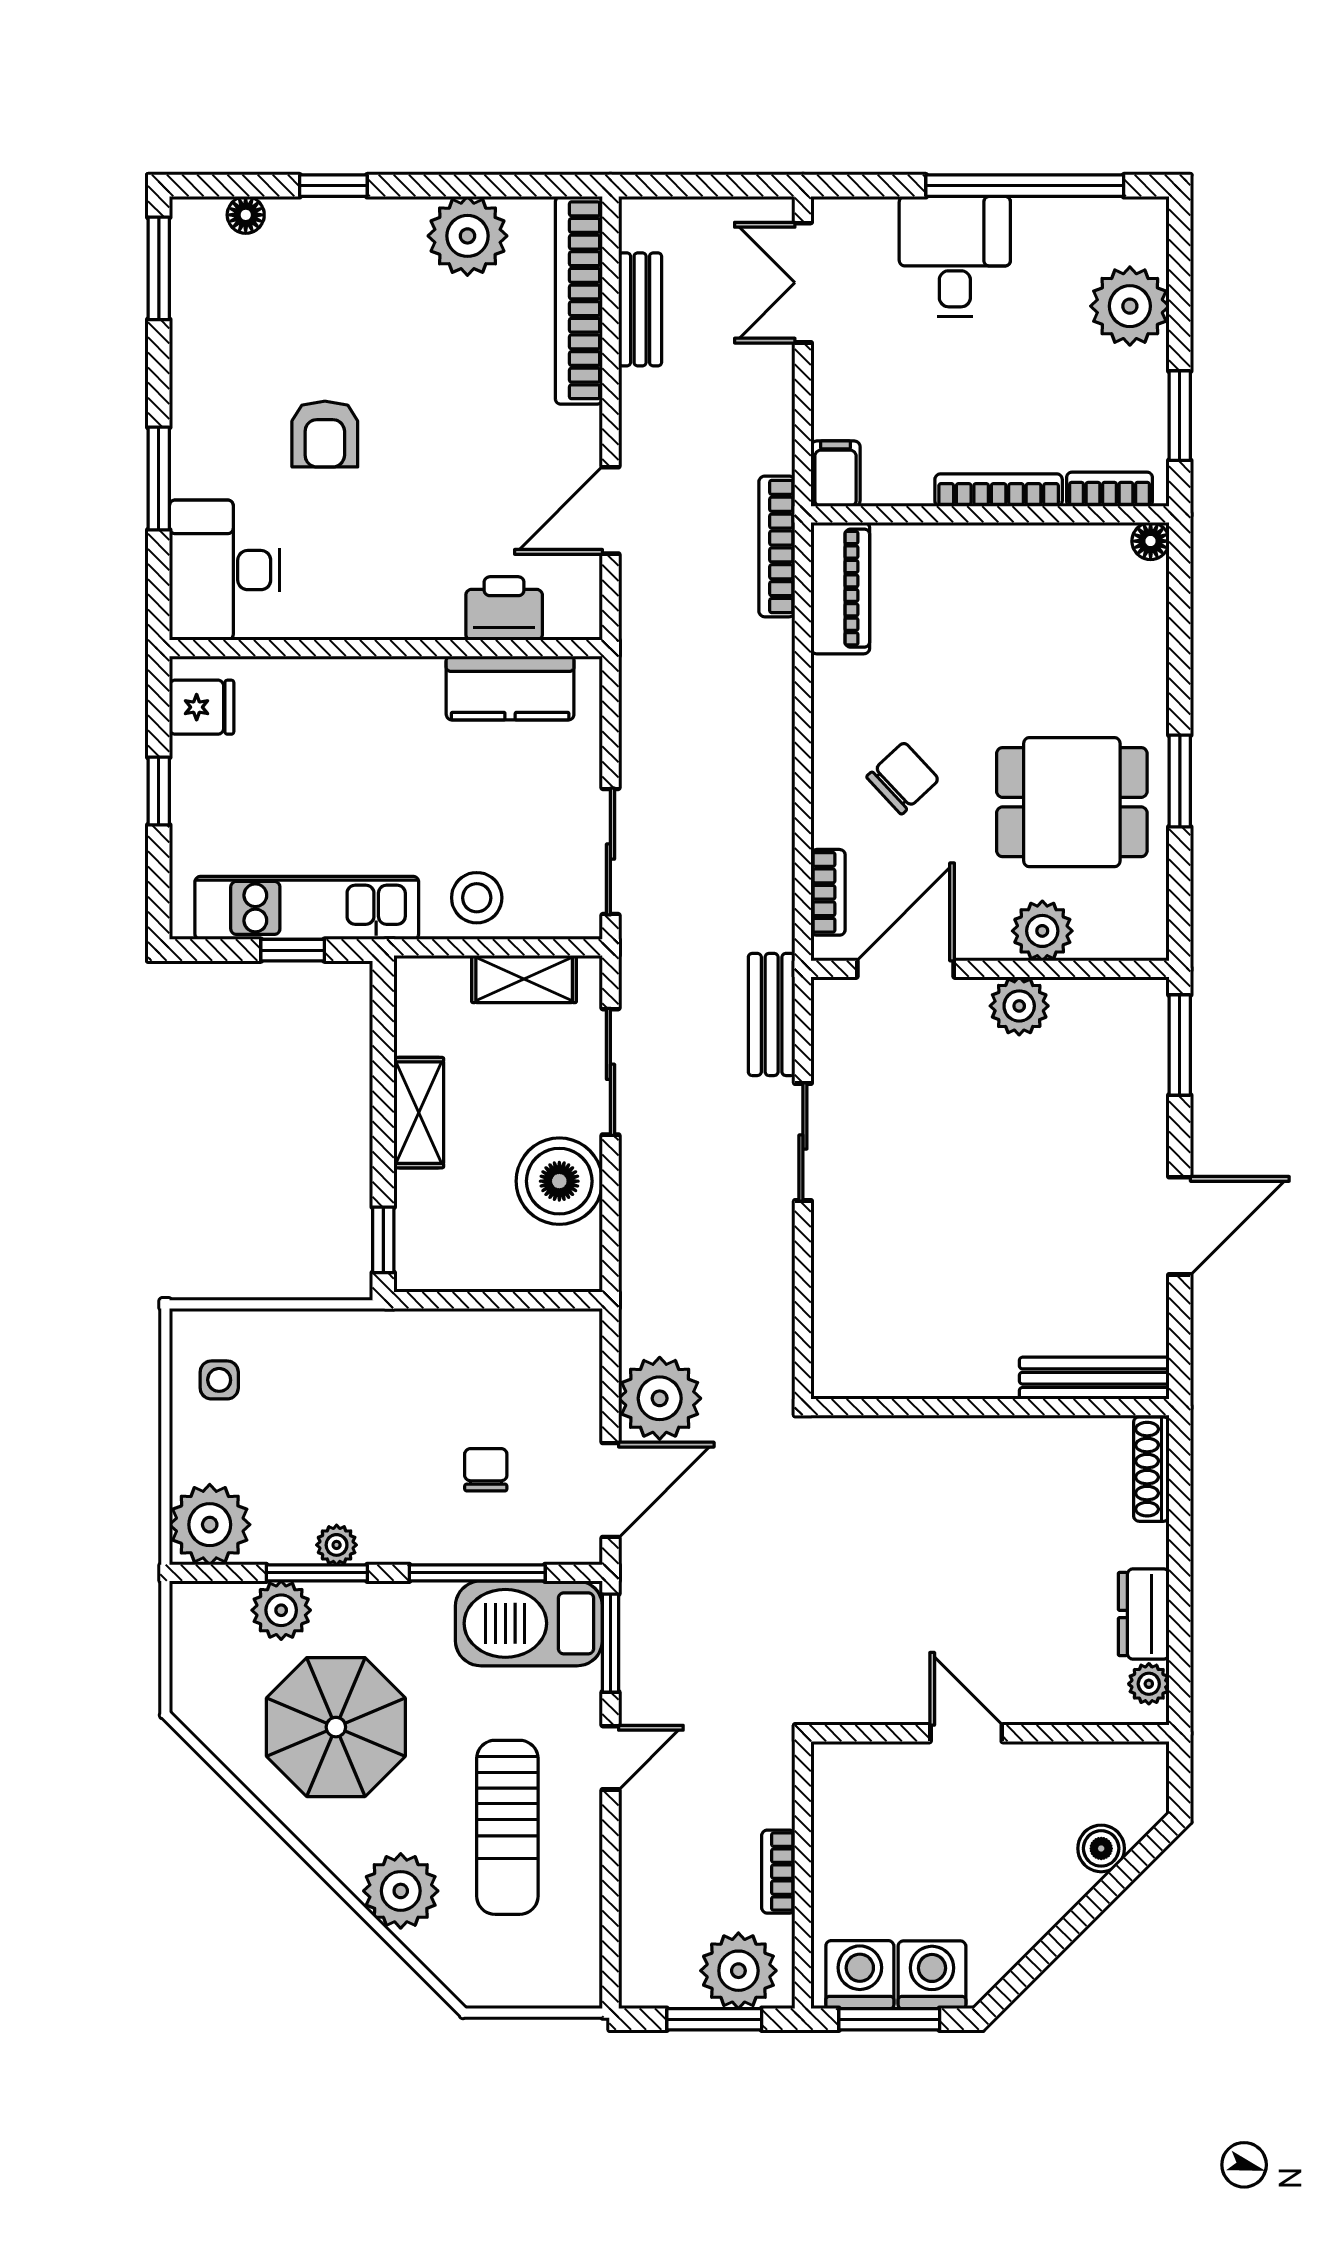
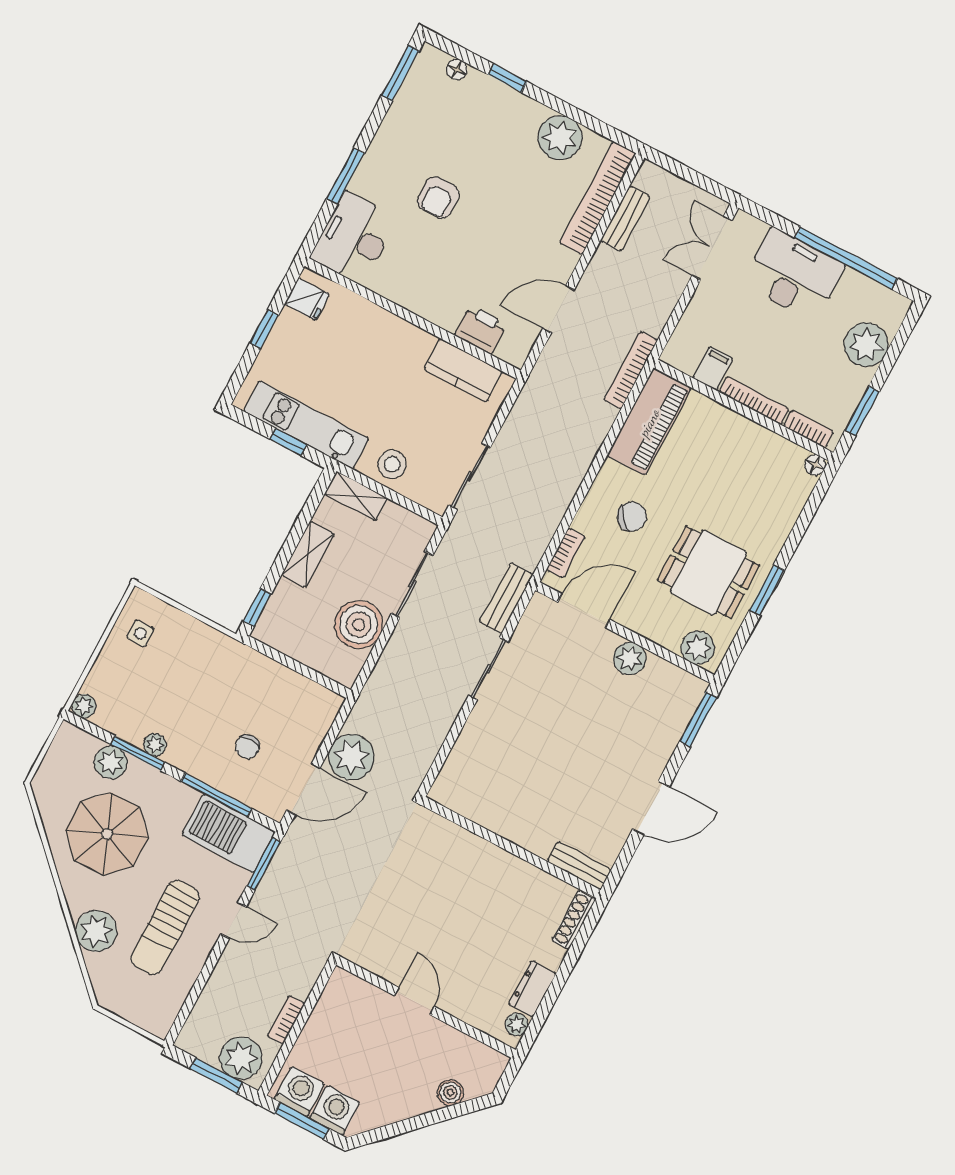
desk: (955, 256) -> (793, 275), width x1.37
filing cabinet: (835, 474) -> (713, 368), moved
piano: (840, 588) -> (649, 422), width x1.37, depth x1.33
plant: (1042, 931) -> (698, 648), moved
shelving: (524, 979) -> (356, 496), moved
bench: (1094, 1378) -> (579, 866), width x0.73
chair: (486, 1470) -> (248, 747), turned 180
plant: (210, 1525) -> (84, 706), width x0.53, depth x0.53

